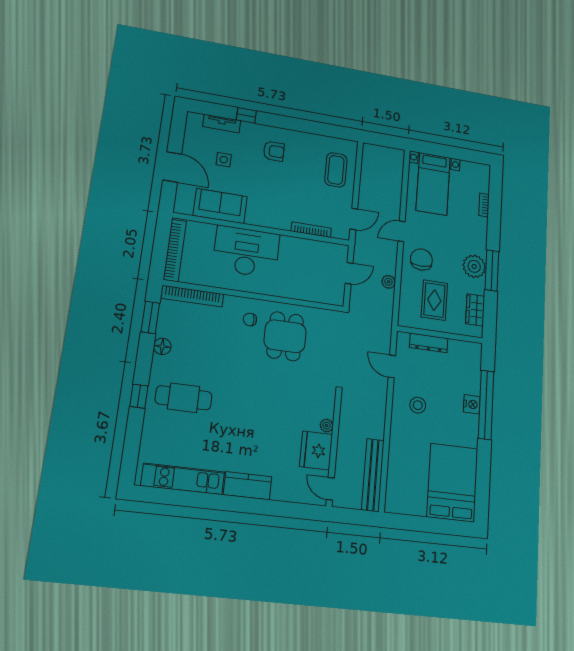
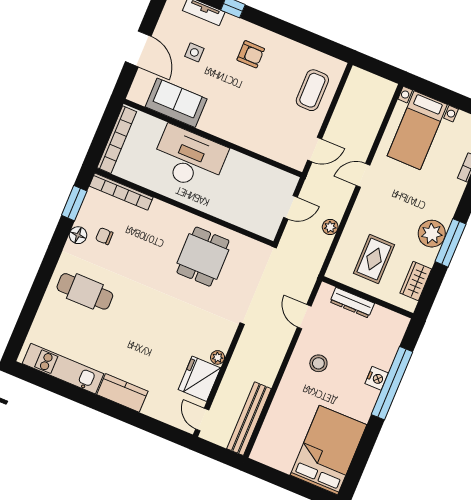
bookcase: (311, 230) -> (265, 151), removed
chair: (421, 259) -> (375, 212), removed
chair: (250, 320) -> (104, 236), moved
window: (139, 396) -> (43, 278), removed

